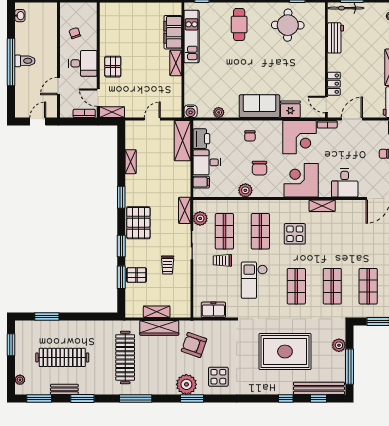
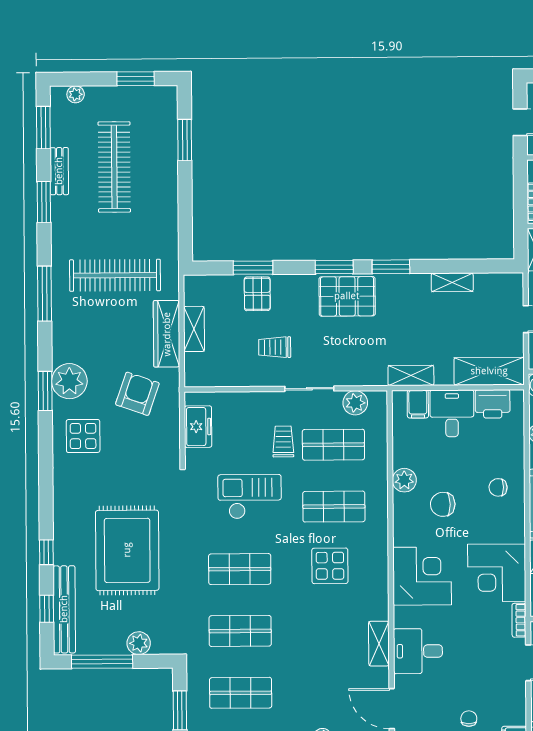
shelving: (322, 206) -> (379, 644), moved
shelving: (185, 210) -> (411, 376), moved
window: (121, 246) -> (334, 267), moved

